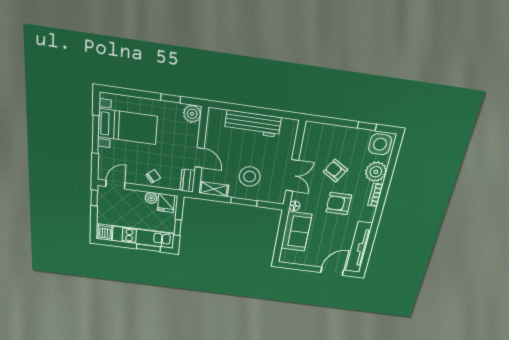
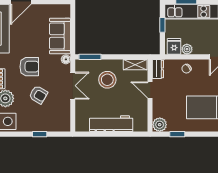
window: (367, 126) -> (40, 134), moved
double door: (292, 175) -> (73, 86), swing flipped
window: (244, 202) -> (90, 57), moved

